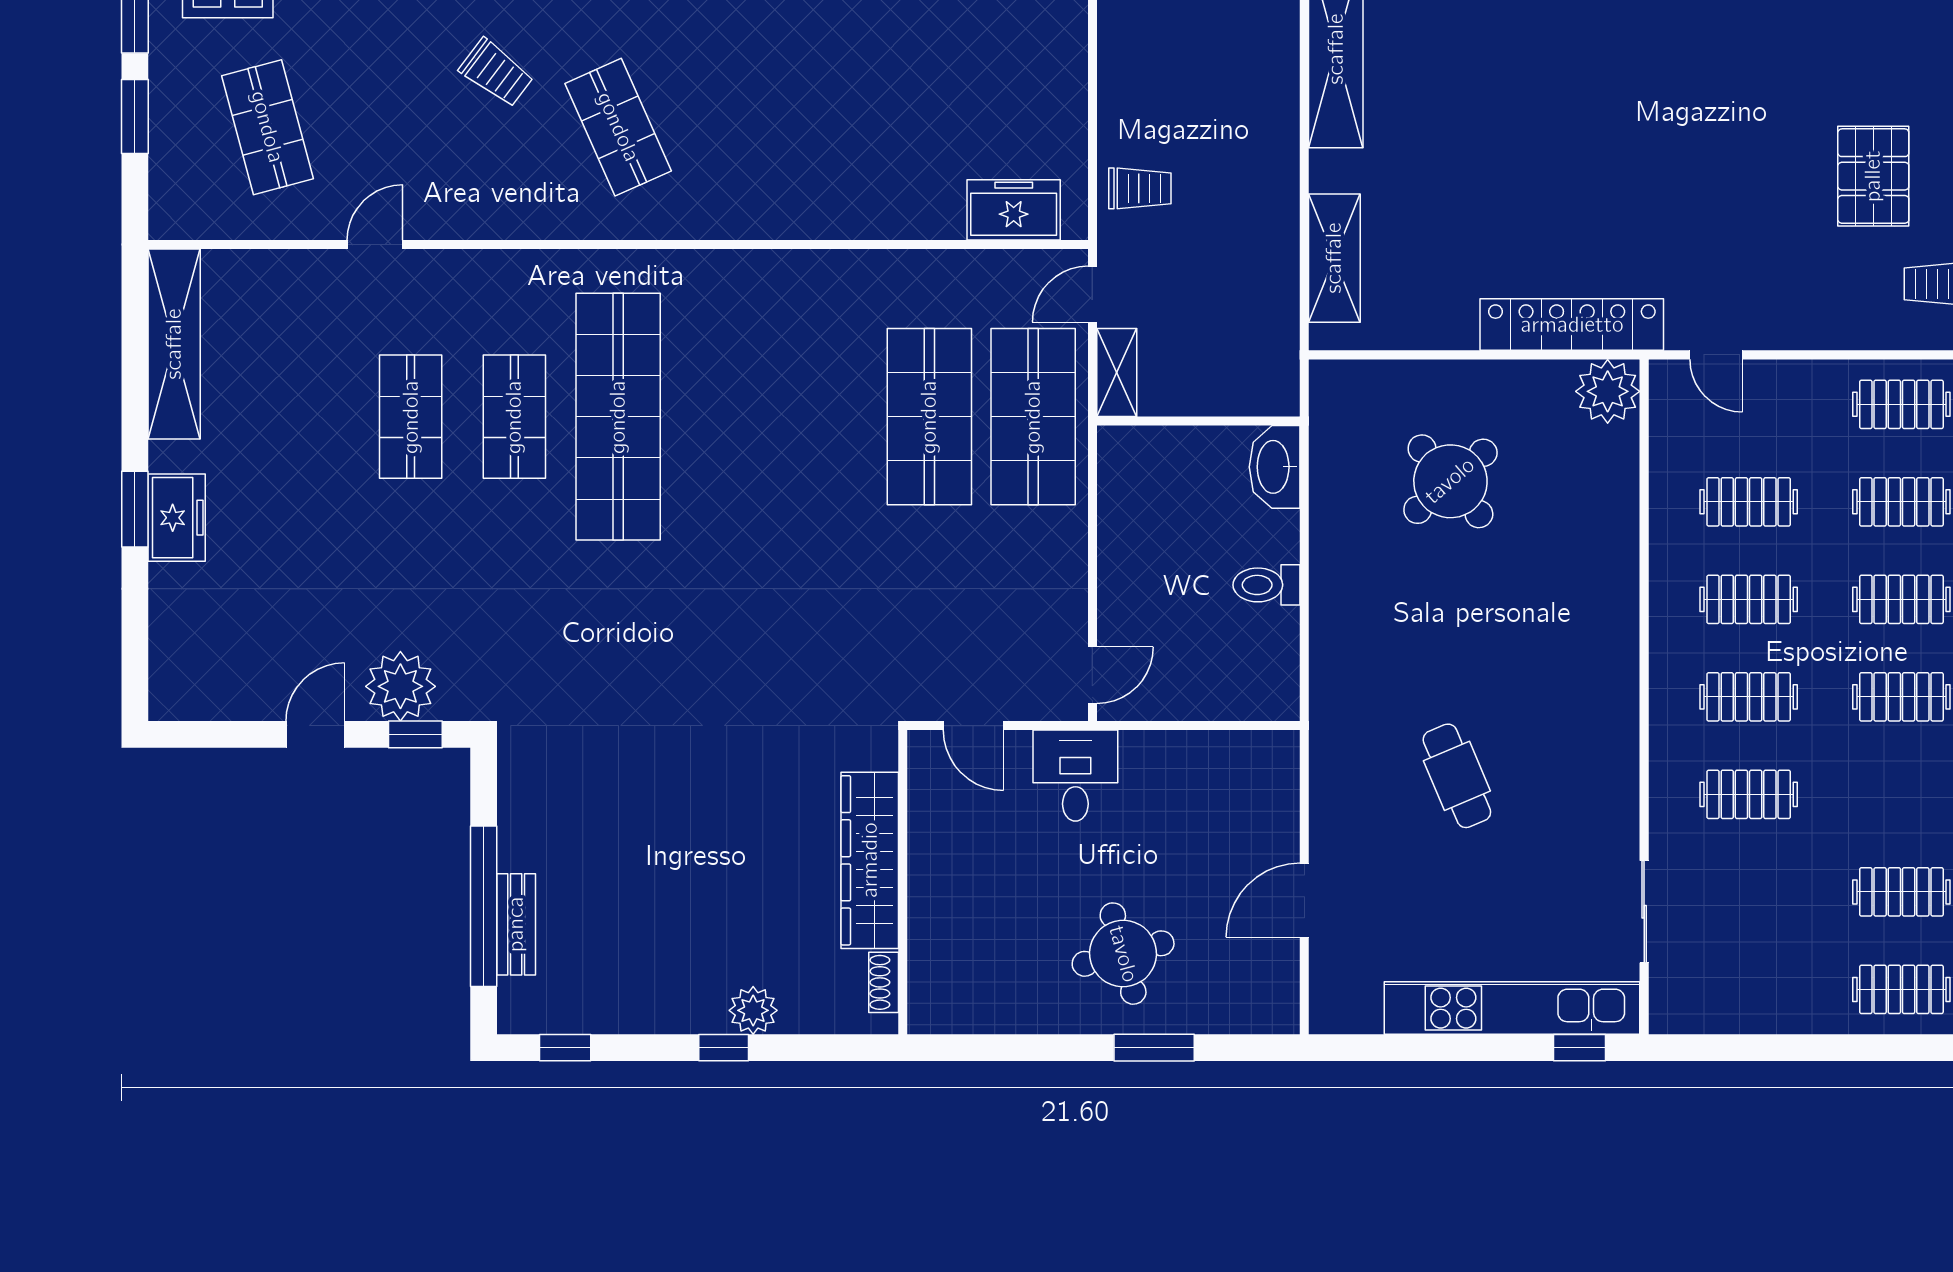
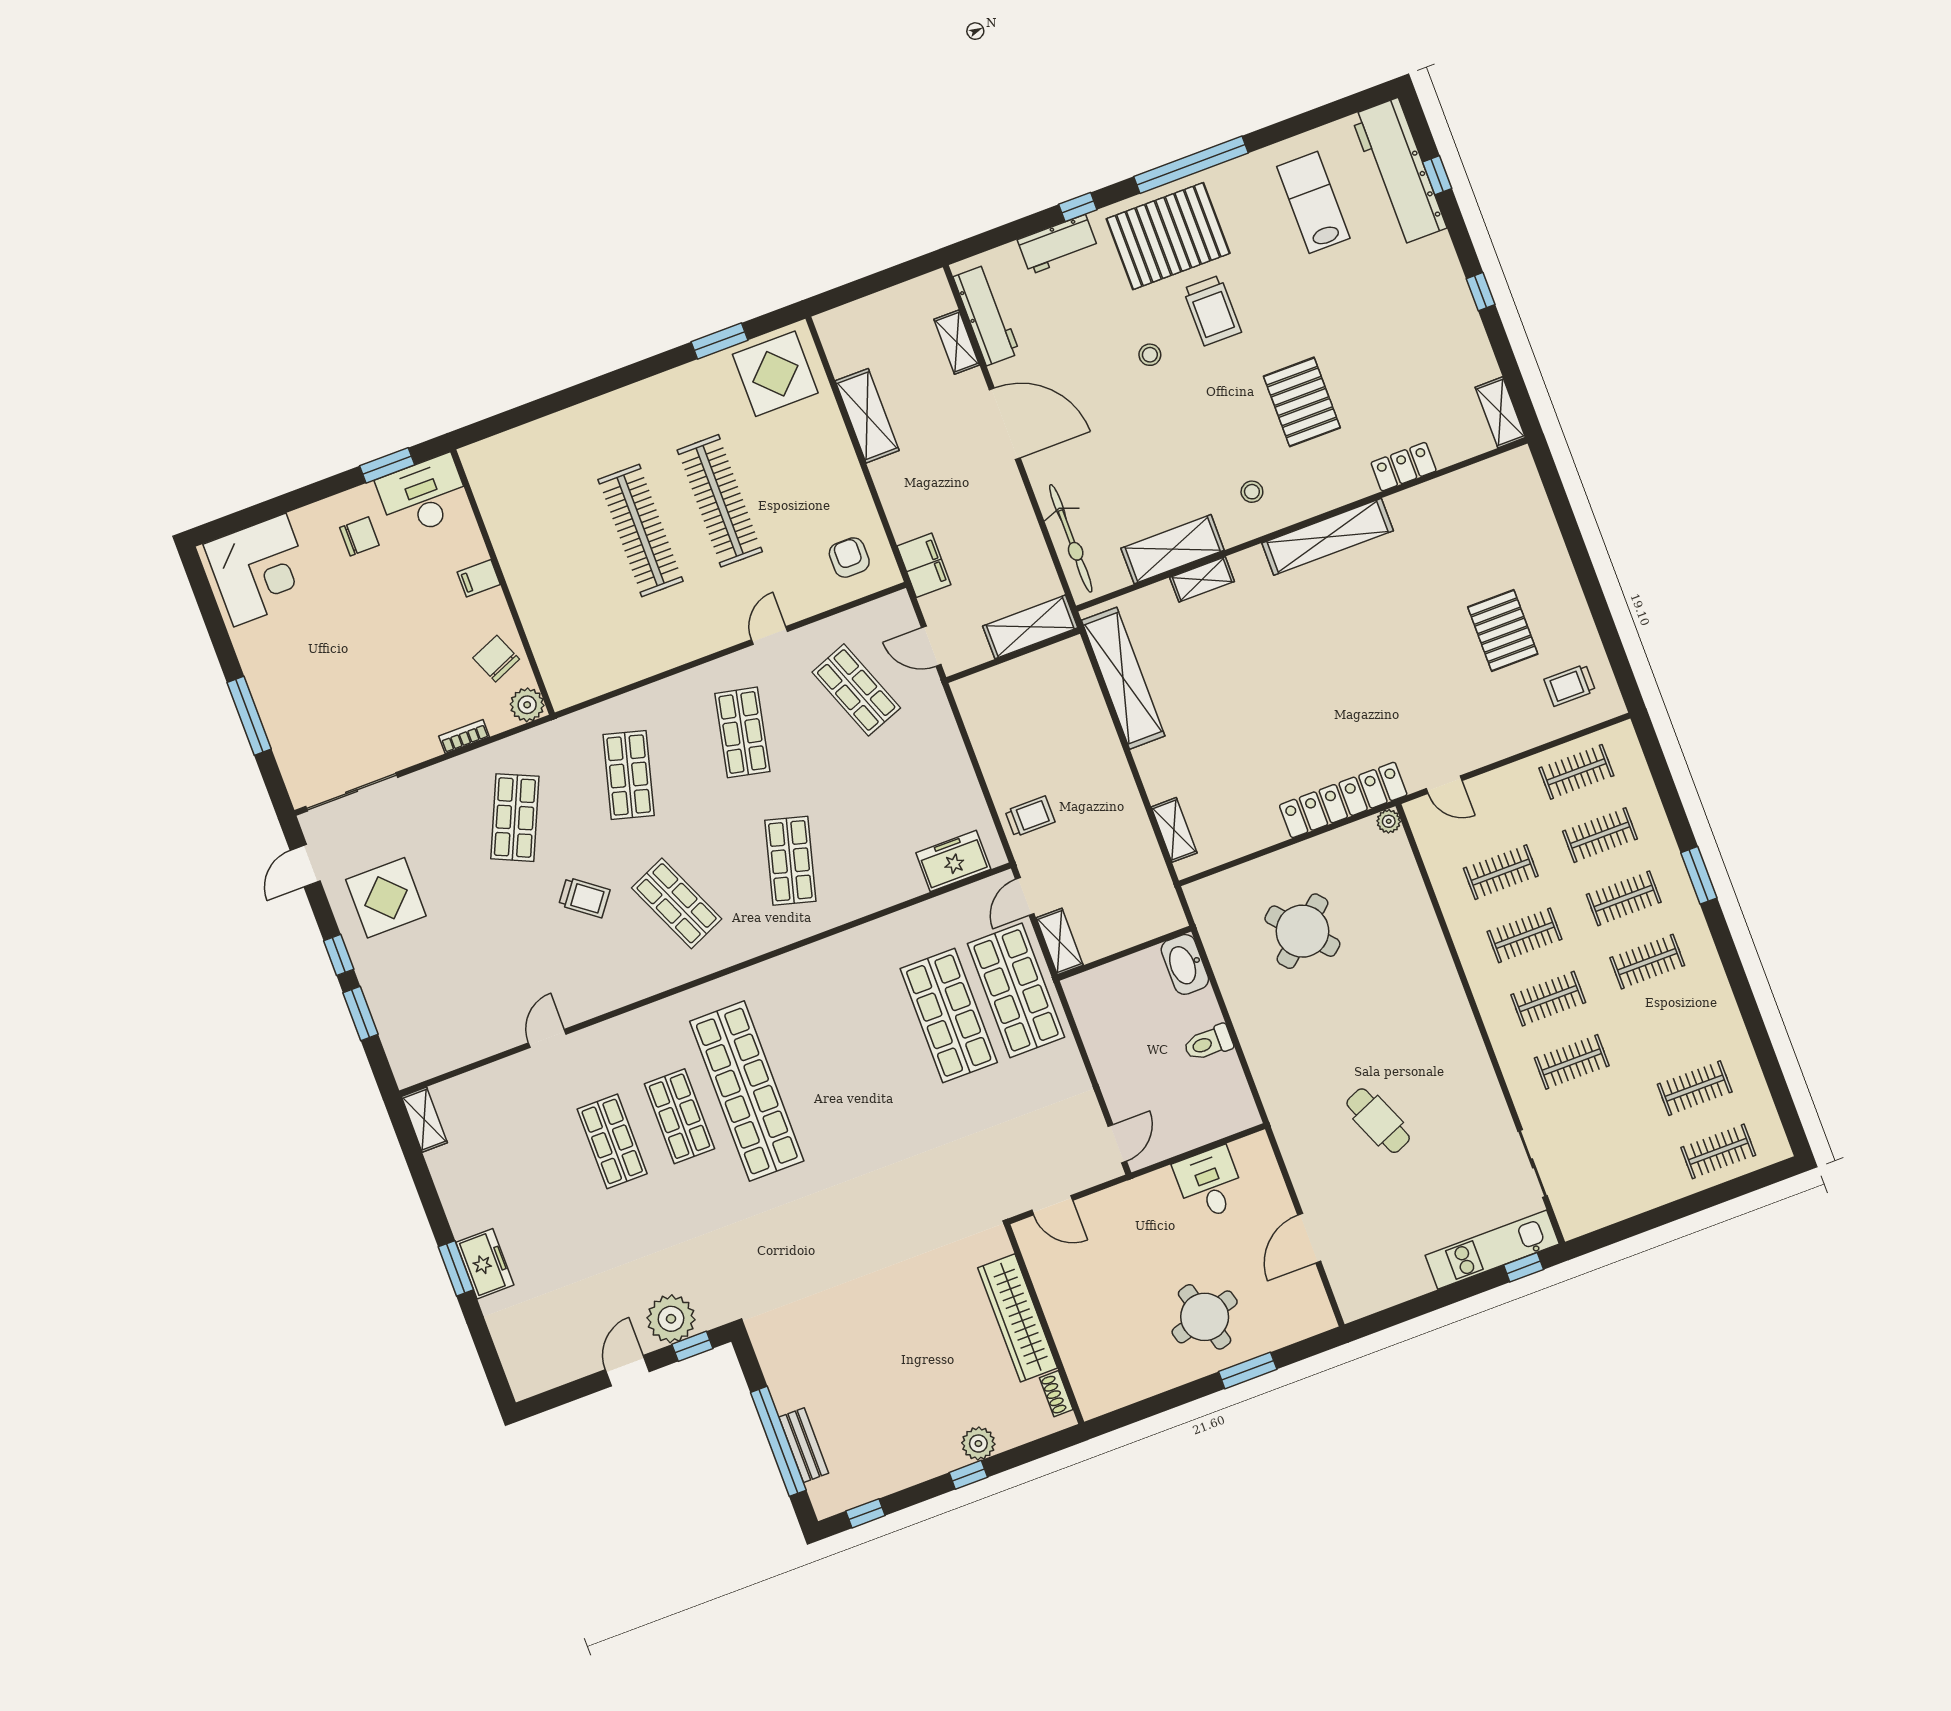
shop shelf: (267, 127) -> (790, 861), moved, turned 30
shelving: (1334, 258) -> (1174, 830), width x0.67, depth x0.75
shelving: (174, 344) -> (424, 1120), width x0.45, depth x0.75
plant: (1608, 391) -> (1389, 821), width x0.53, depth x0.53
desk: (1075, 776) -> (1210, 1183), moved
kitchen unit: (1512, 1008) -> (1492, 1250), width x0.73

